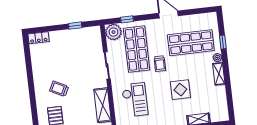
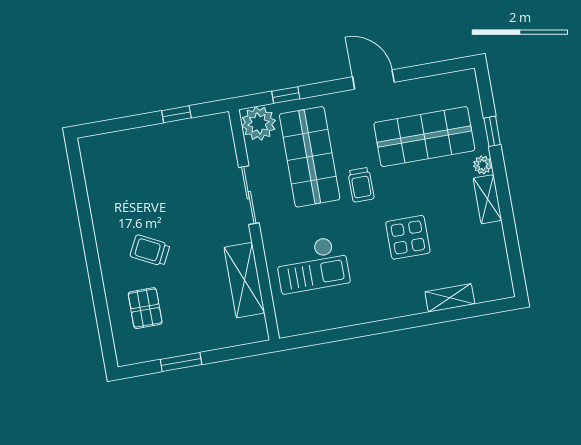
locker: (39, 38) -> (100, 145), removed
checkout: (135, 100) -> (312, 265), turned 90

